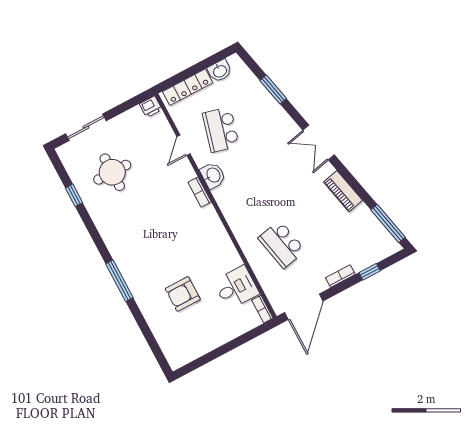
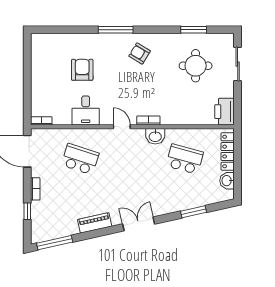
printer: (151, 107) -> (224, 112), width x1.87, depth x1.48
door: (184, 145) -> (122, 127), moved
window: (74, 195) -> (194, 30), width x1.50
armchair: (131, 241) -> (140, 53), added
school desk: (282, 244) -> (80, 159), turned 30
desk: (236, 287) -> (86, 110), moved

